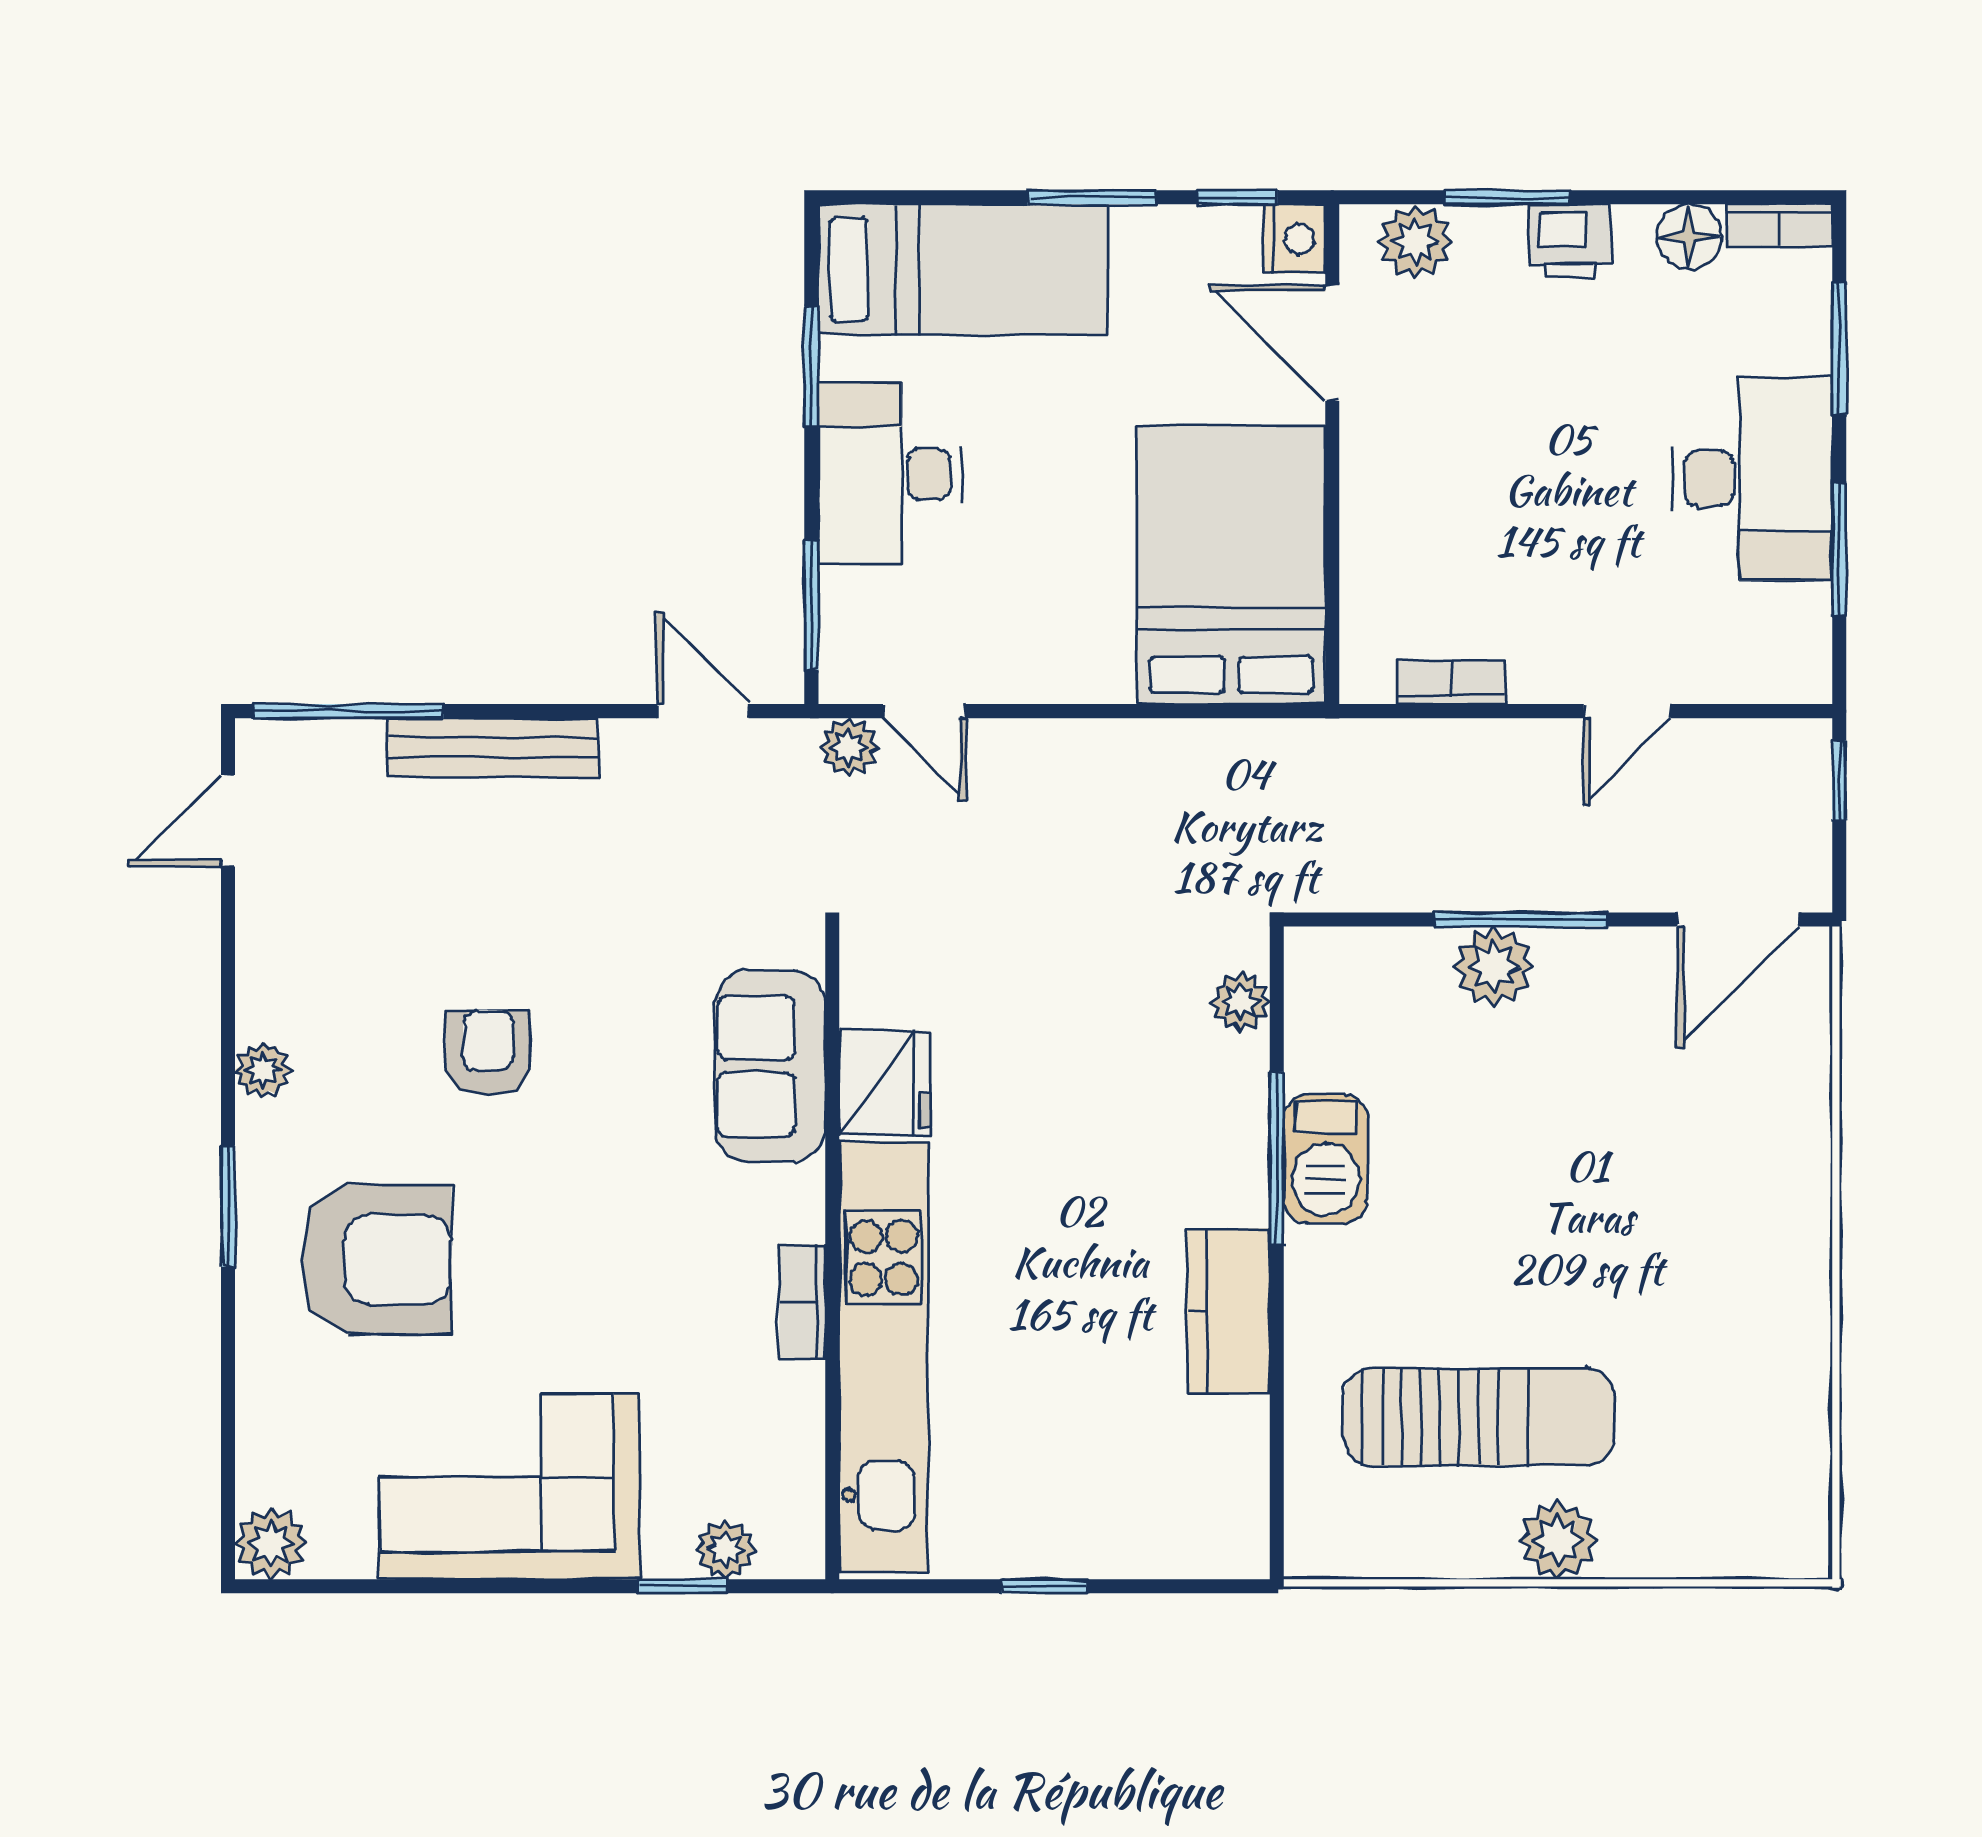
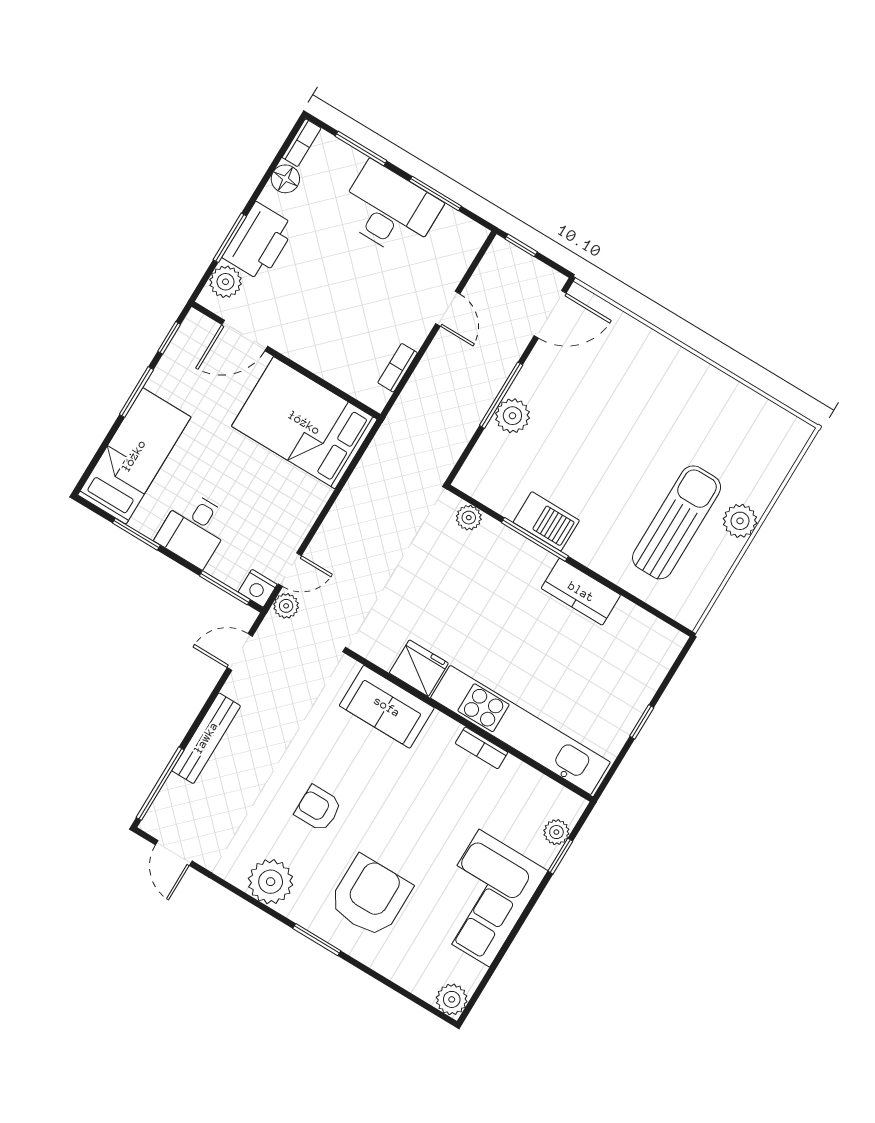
nightstand: (1294, 239) -> (258, 588), moved, turned 180
printer: (1570, 241) -> (259, 242), width x1.87, depth x1.48
desk: (890, 474) -> (194, 529), width x0.73
door: (1738, 920) -> (550, 314), hinge flipped
plant: (263, 1070) -> (271, 882), width x1.87, depth x1.87

